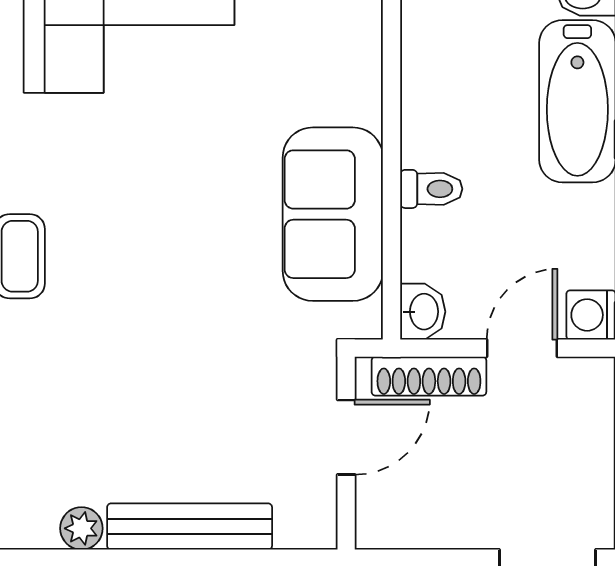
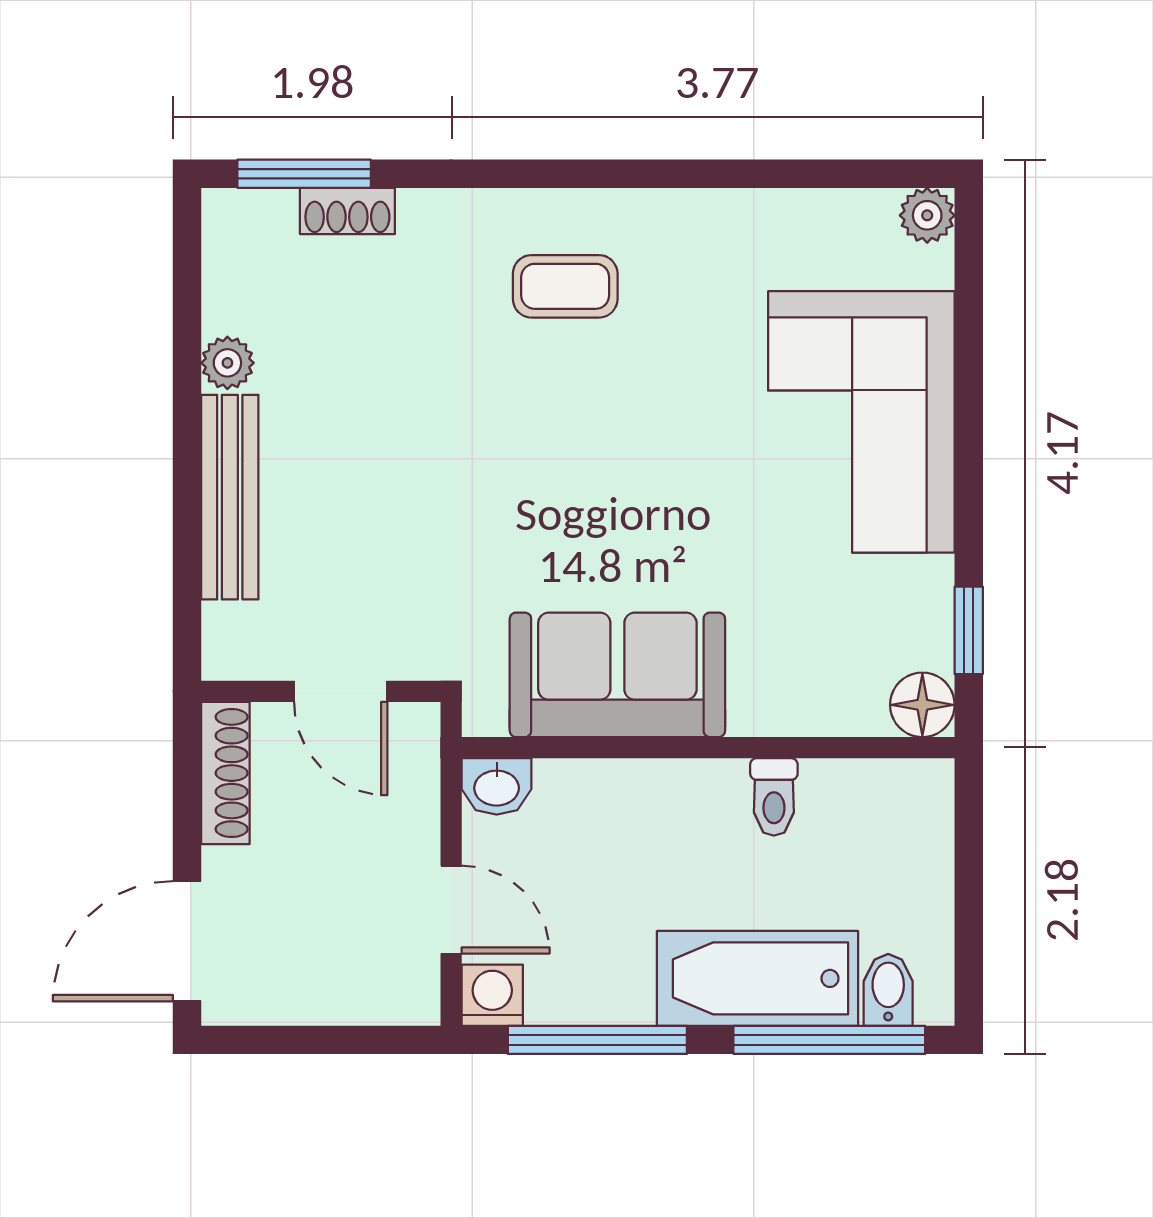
toilet: (431, 189) -> (774, 797), moved
shoe rack: (429, 376) -> (225, 773), moved, turned 180

